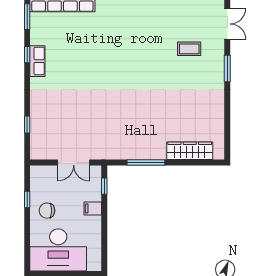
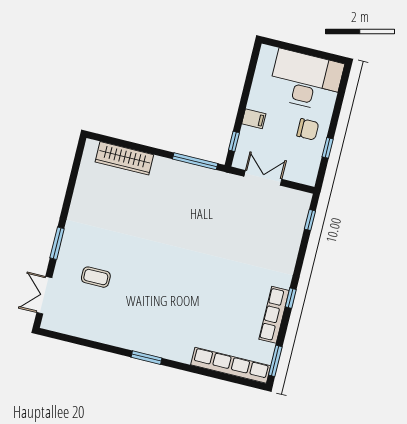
window: (27, 55) -> (291, 298), moved
row of seats: (37, 61) -> (274, 315), width x1.48
window: (27, 125) -> (310, 220), moved
window: (146, 162) -> (195, 161), moved

